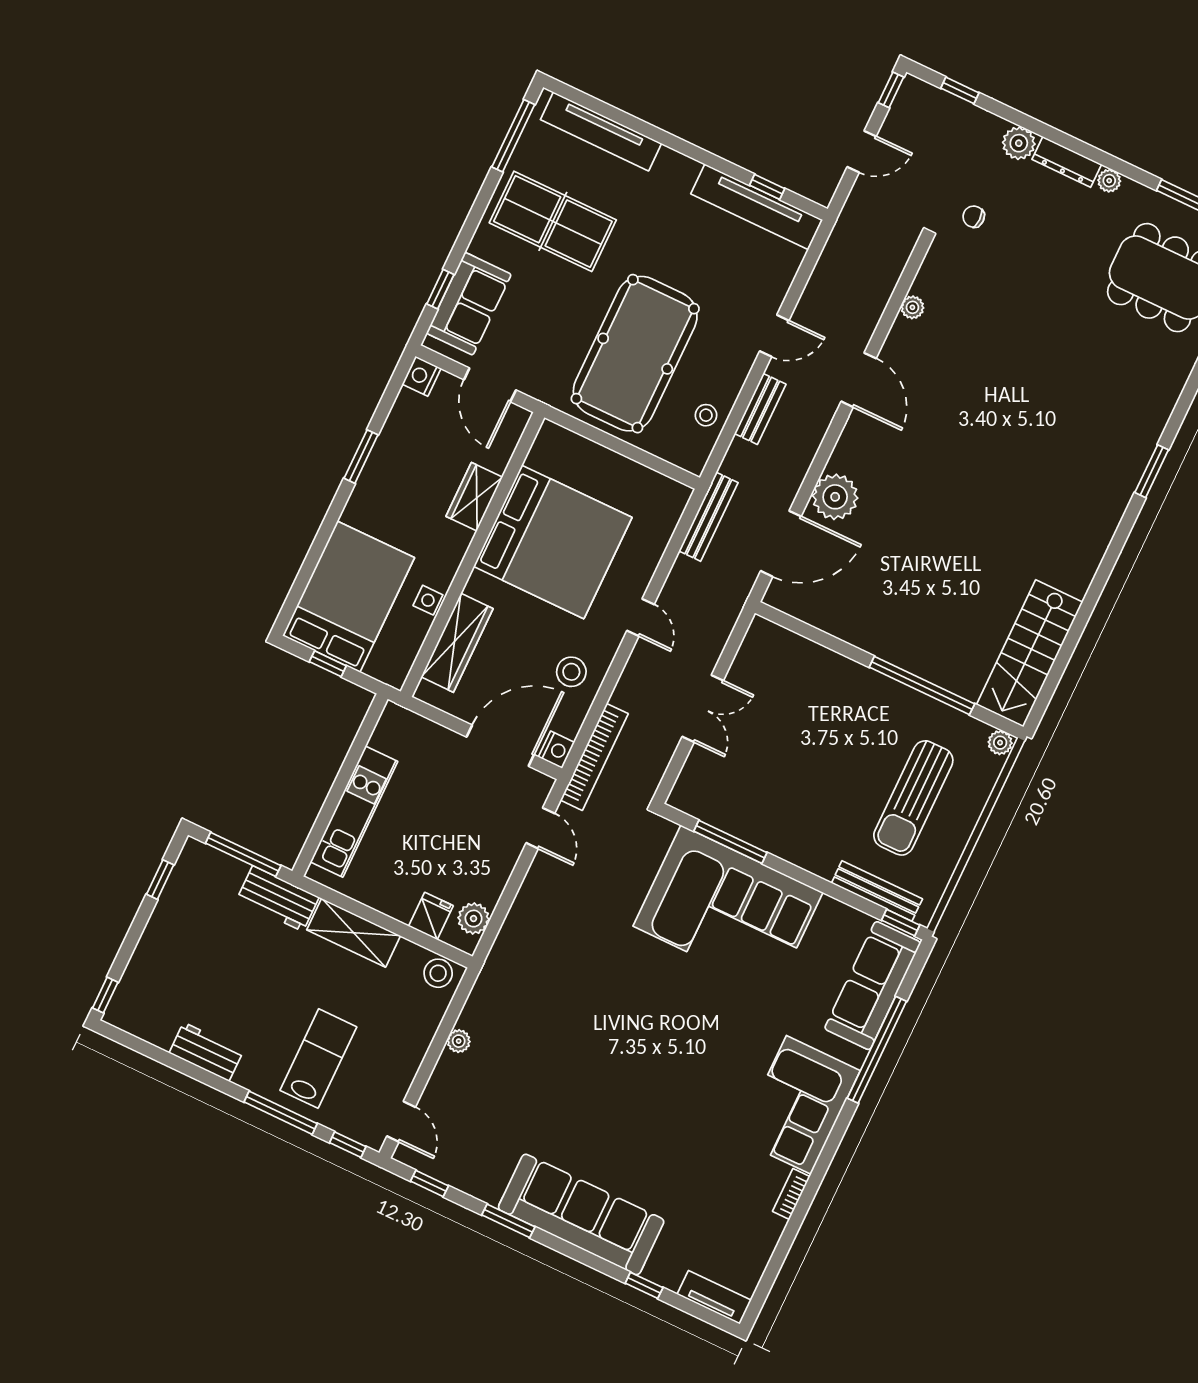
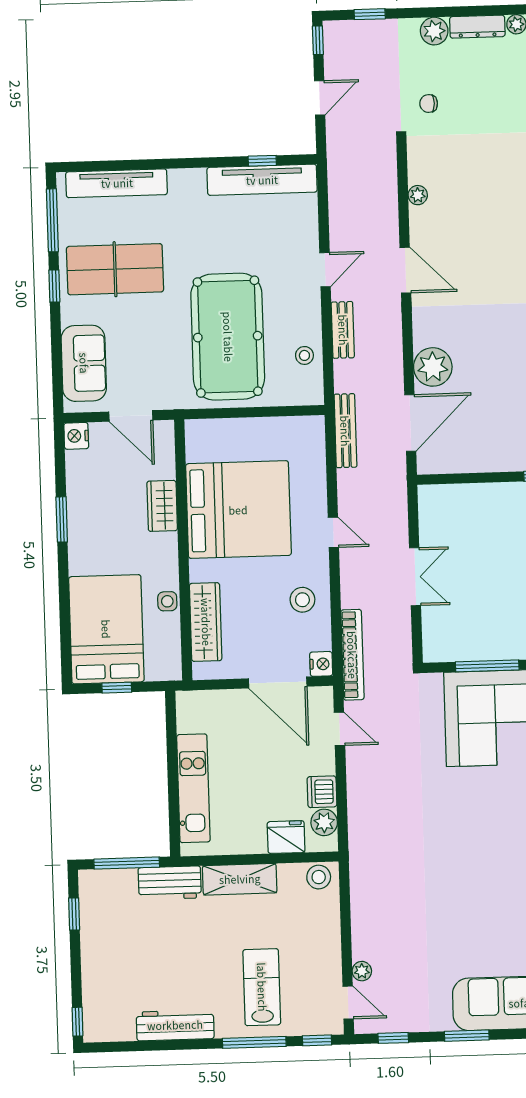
window: (440, 289) -> (54, 286), moved
door: (500, 746) -> (278, 683), swing flipped
dishwasher: (488, 885) -> (322, 792), added
fridge: (431, 916) -> (286, 837), width x1.38
plant: (459, 1041) -> (362, 971), moved
workbench: (206, 1052) -> (175, 1025), width x1.38

